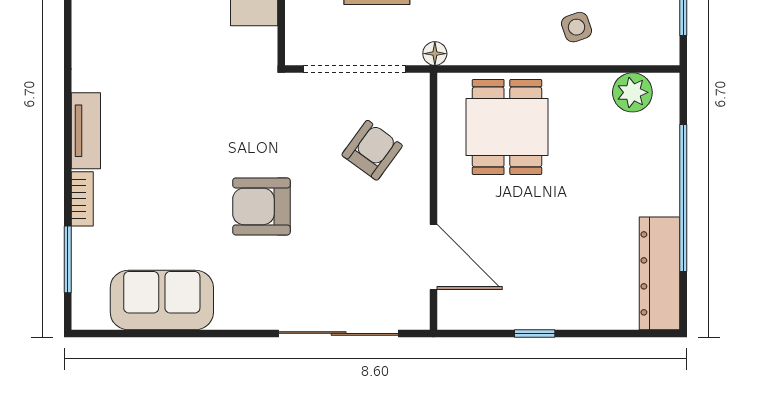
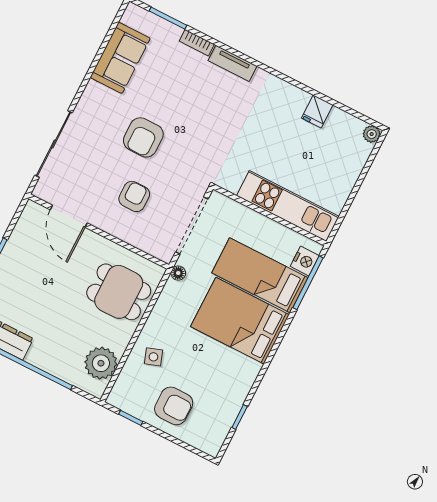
plant: (632, 92) -> (101, 363), width x1.36, depth x1.36
armchair: (372, 150) -> (134, 196), moved, turned -126
armchair: (261, 206) -> (143, 137), turned 180
door: (433, 257) -> (69, 216), hinge flipped

